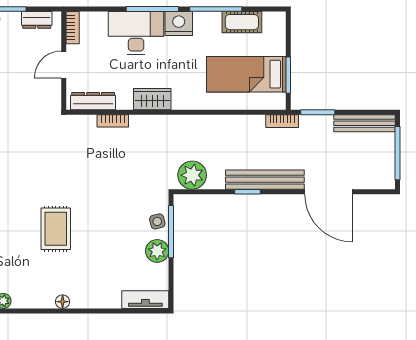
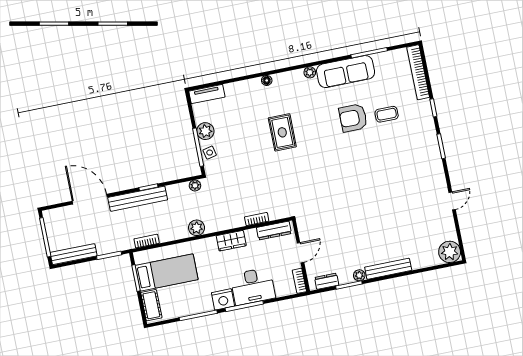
cot: (242, 22) -> (151, 305), moved, turned 90
bookcase: (282, 121) -> (147, 241), moved
plant: (195, 125) -> (197, 228), added
plant: (192, 175) -> (195, 185), width x0.53, depth x0.53

